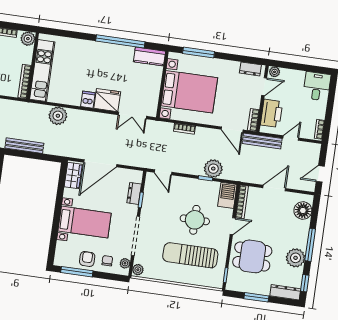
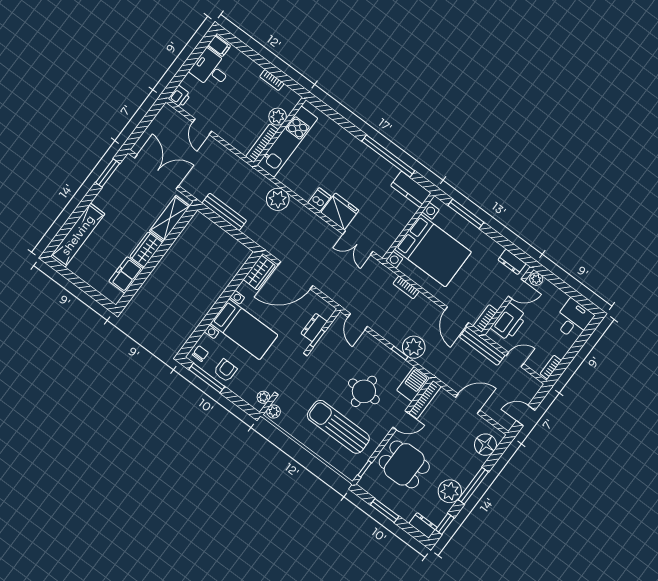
plant: (28, 39) -> (278, 117), moved
chair: (107, 261) -> (200, 354), moved
dresser: (285, 292) -> (423, 525), width x0.70

